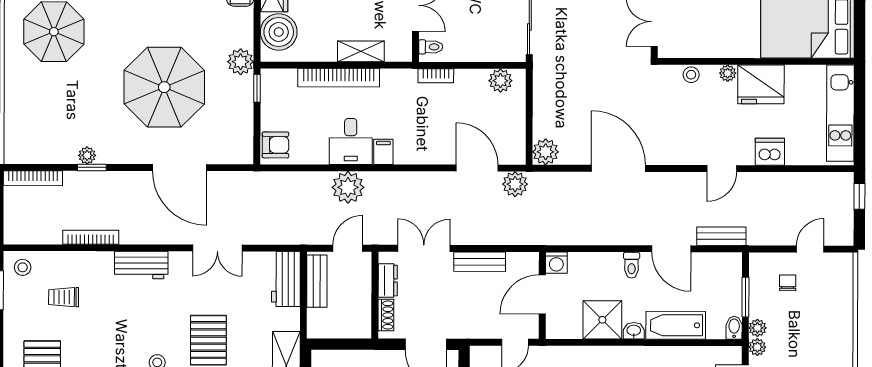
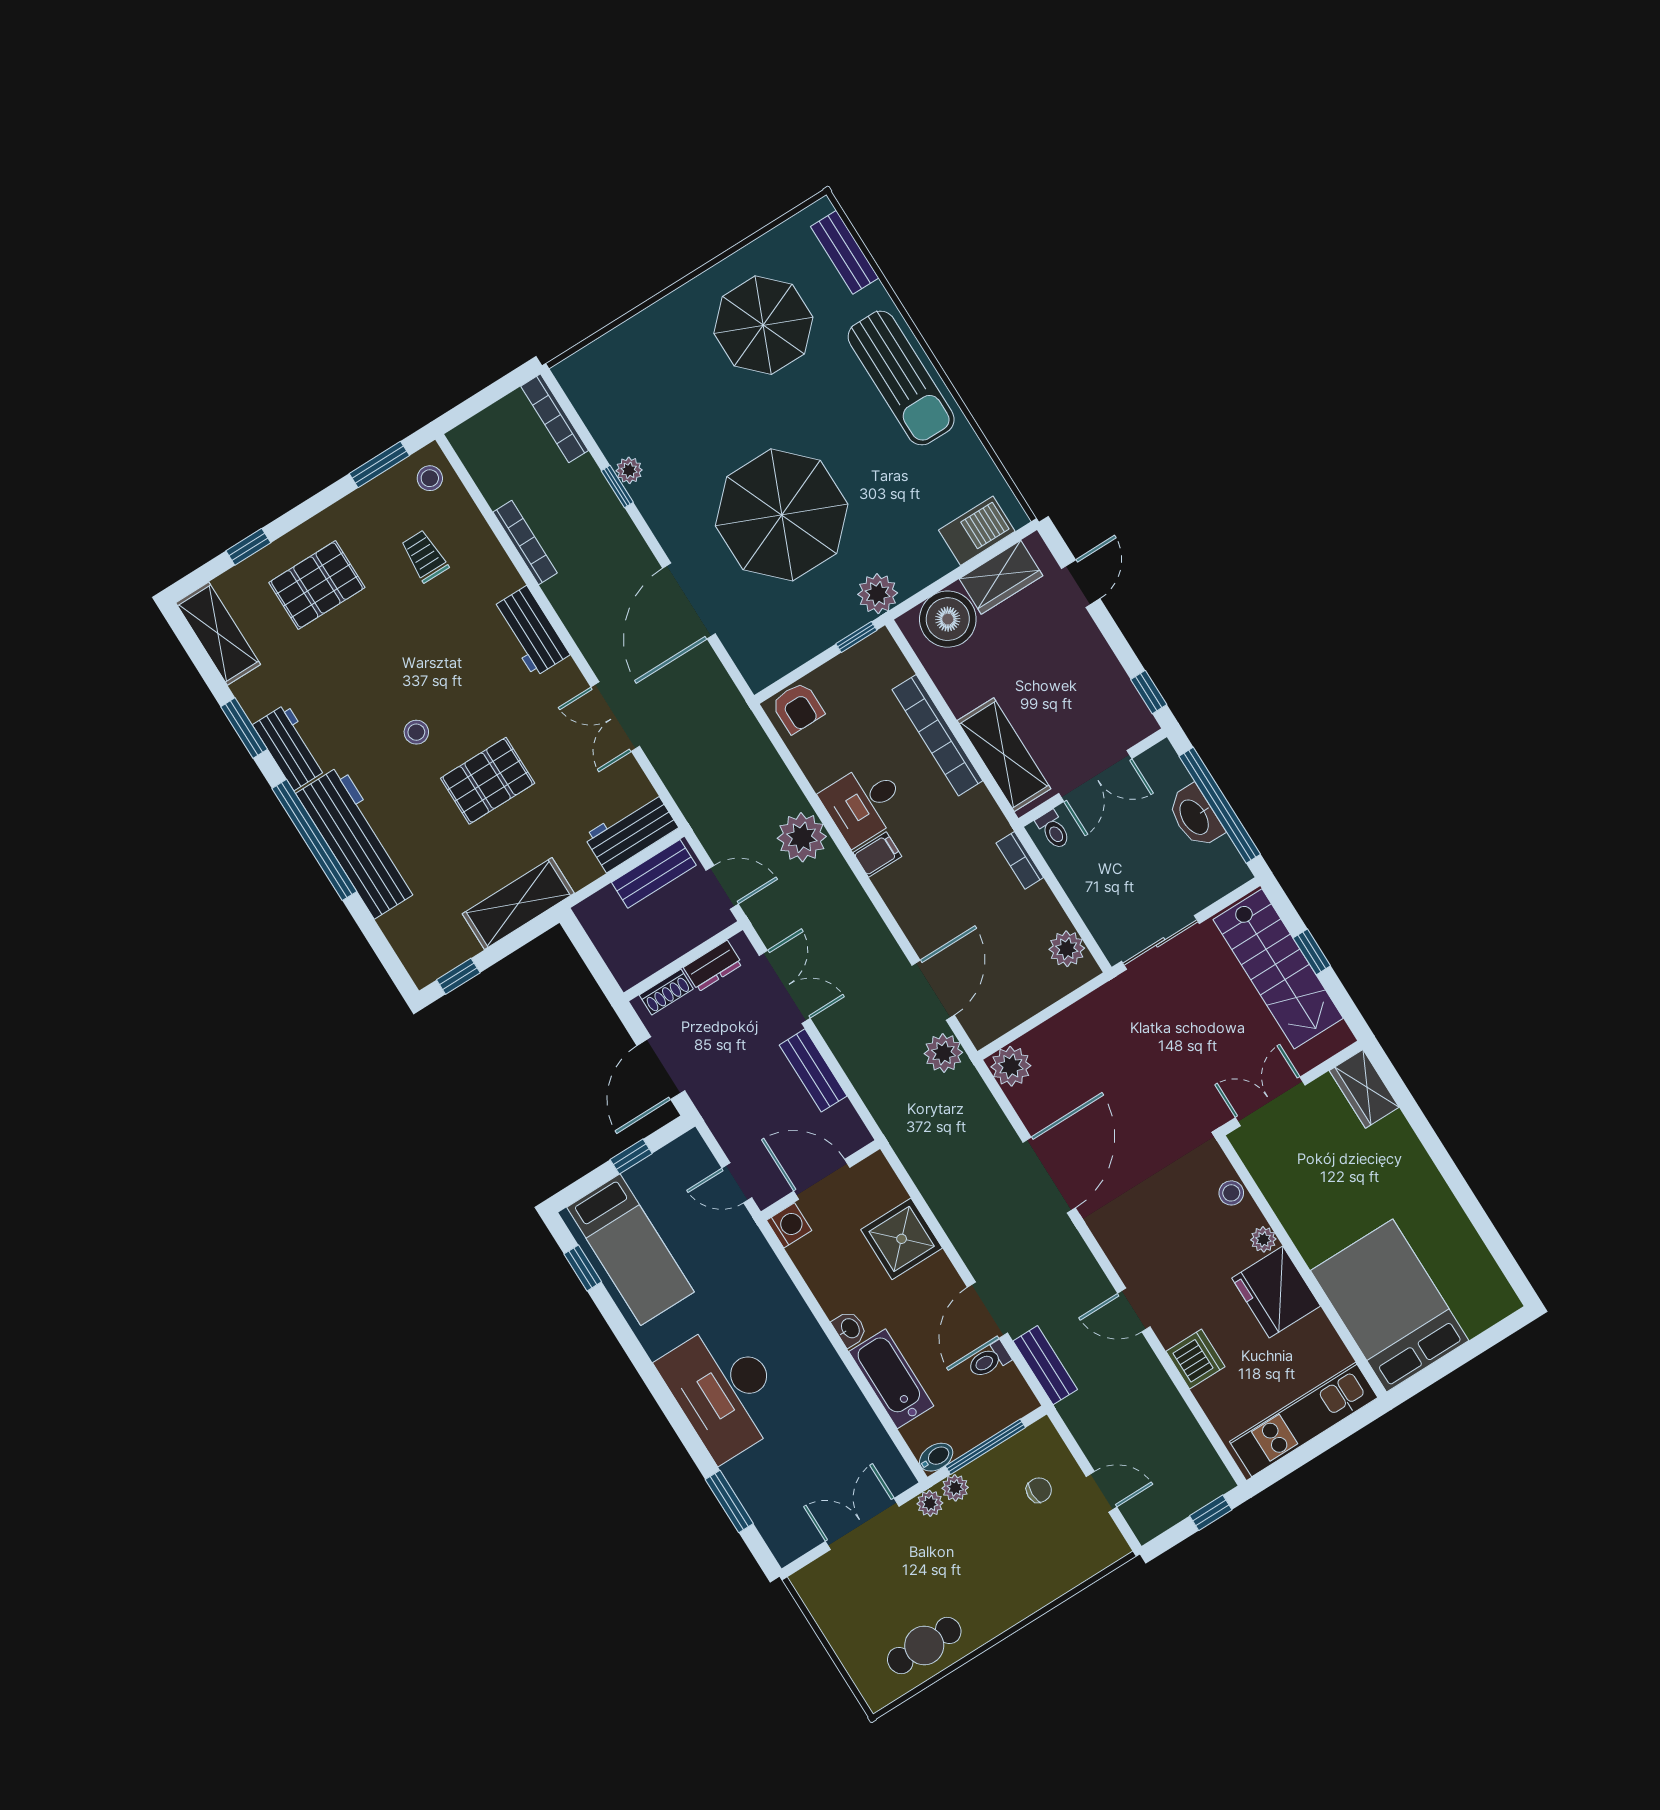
shelving: (361, 51) -> (1004, 755), width x1.50, depth x1.33
washing machine: (556, 263) -> (789, 1225), moved, turned 180
toilet: (632, 265) -> (989, 1360), moved
window: (745, 297) -> (985, 1447), width x1.44
shower: (602, 320) -> (902, 1239), moved

